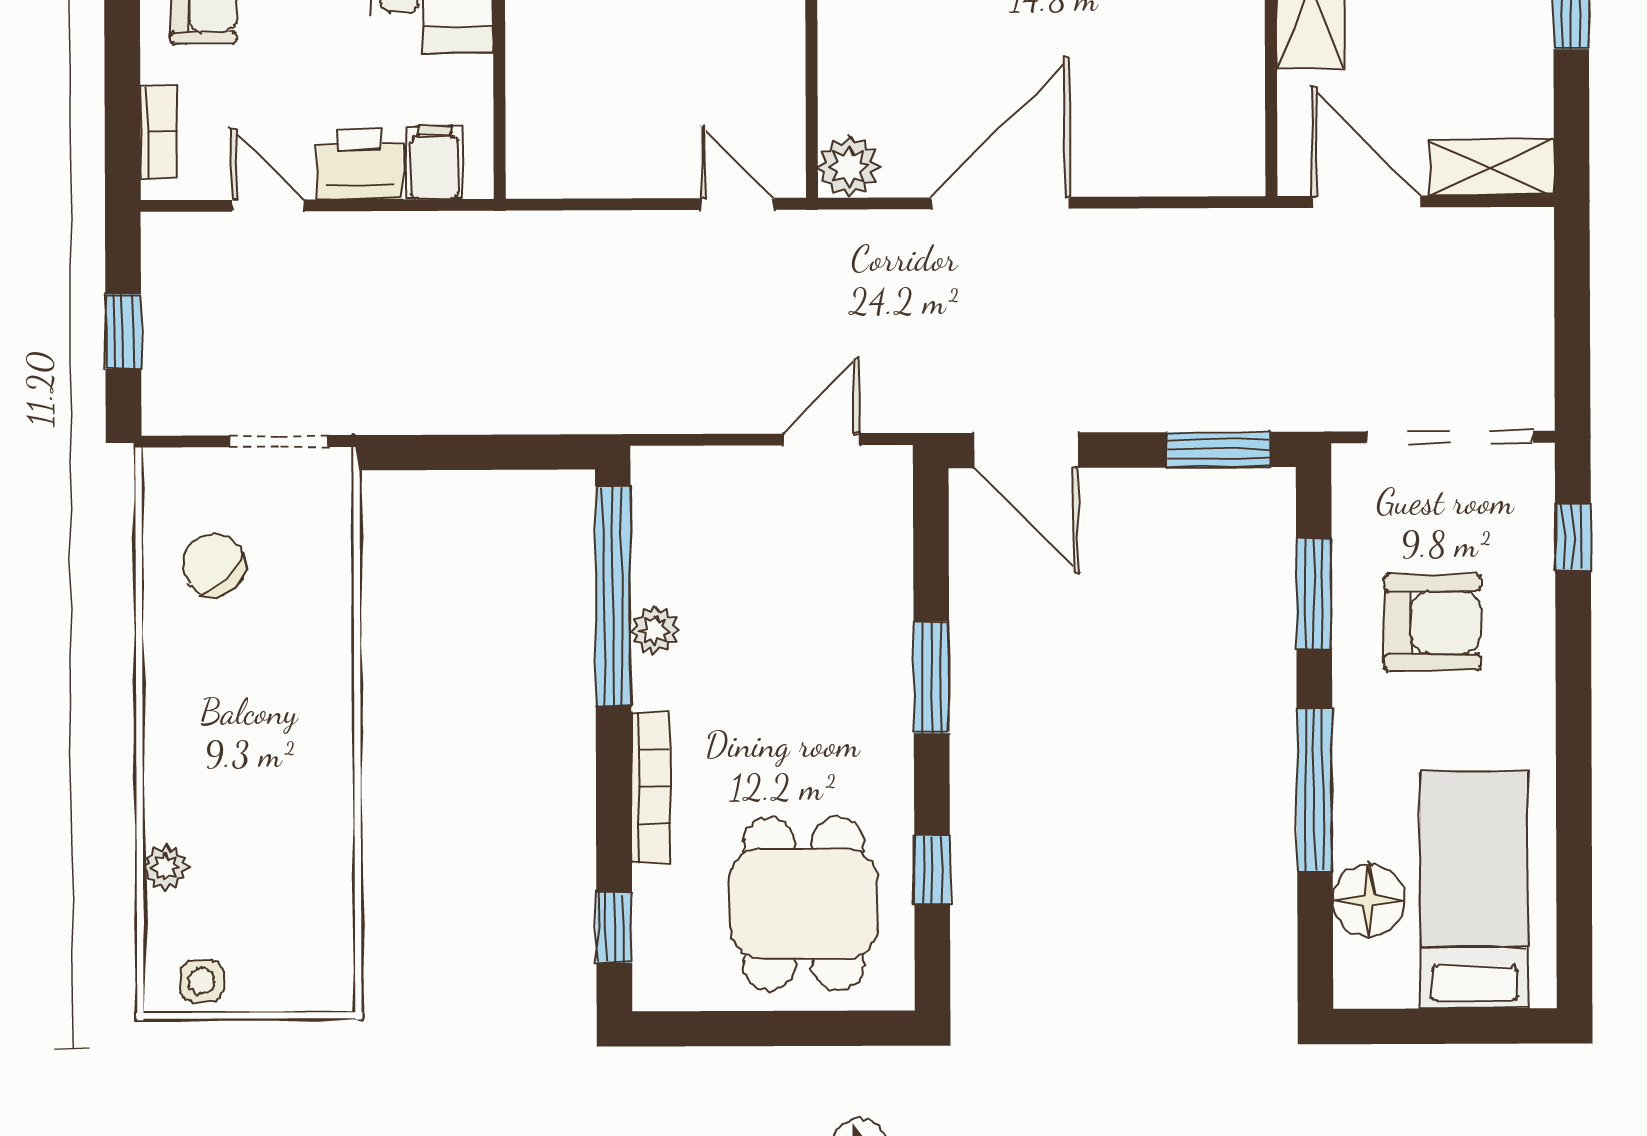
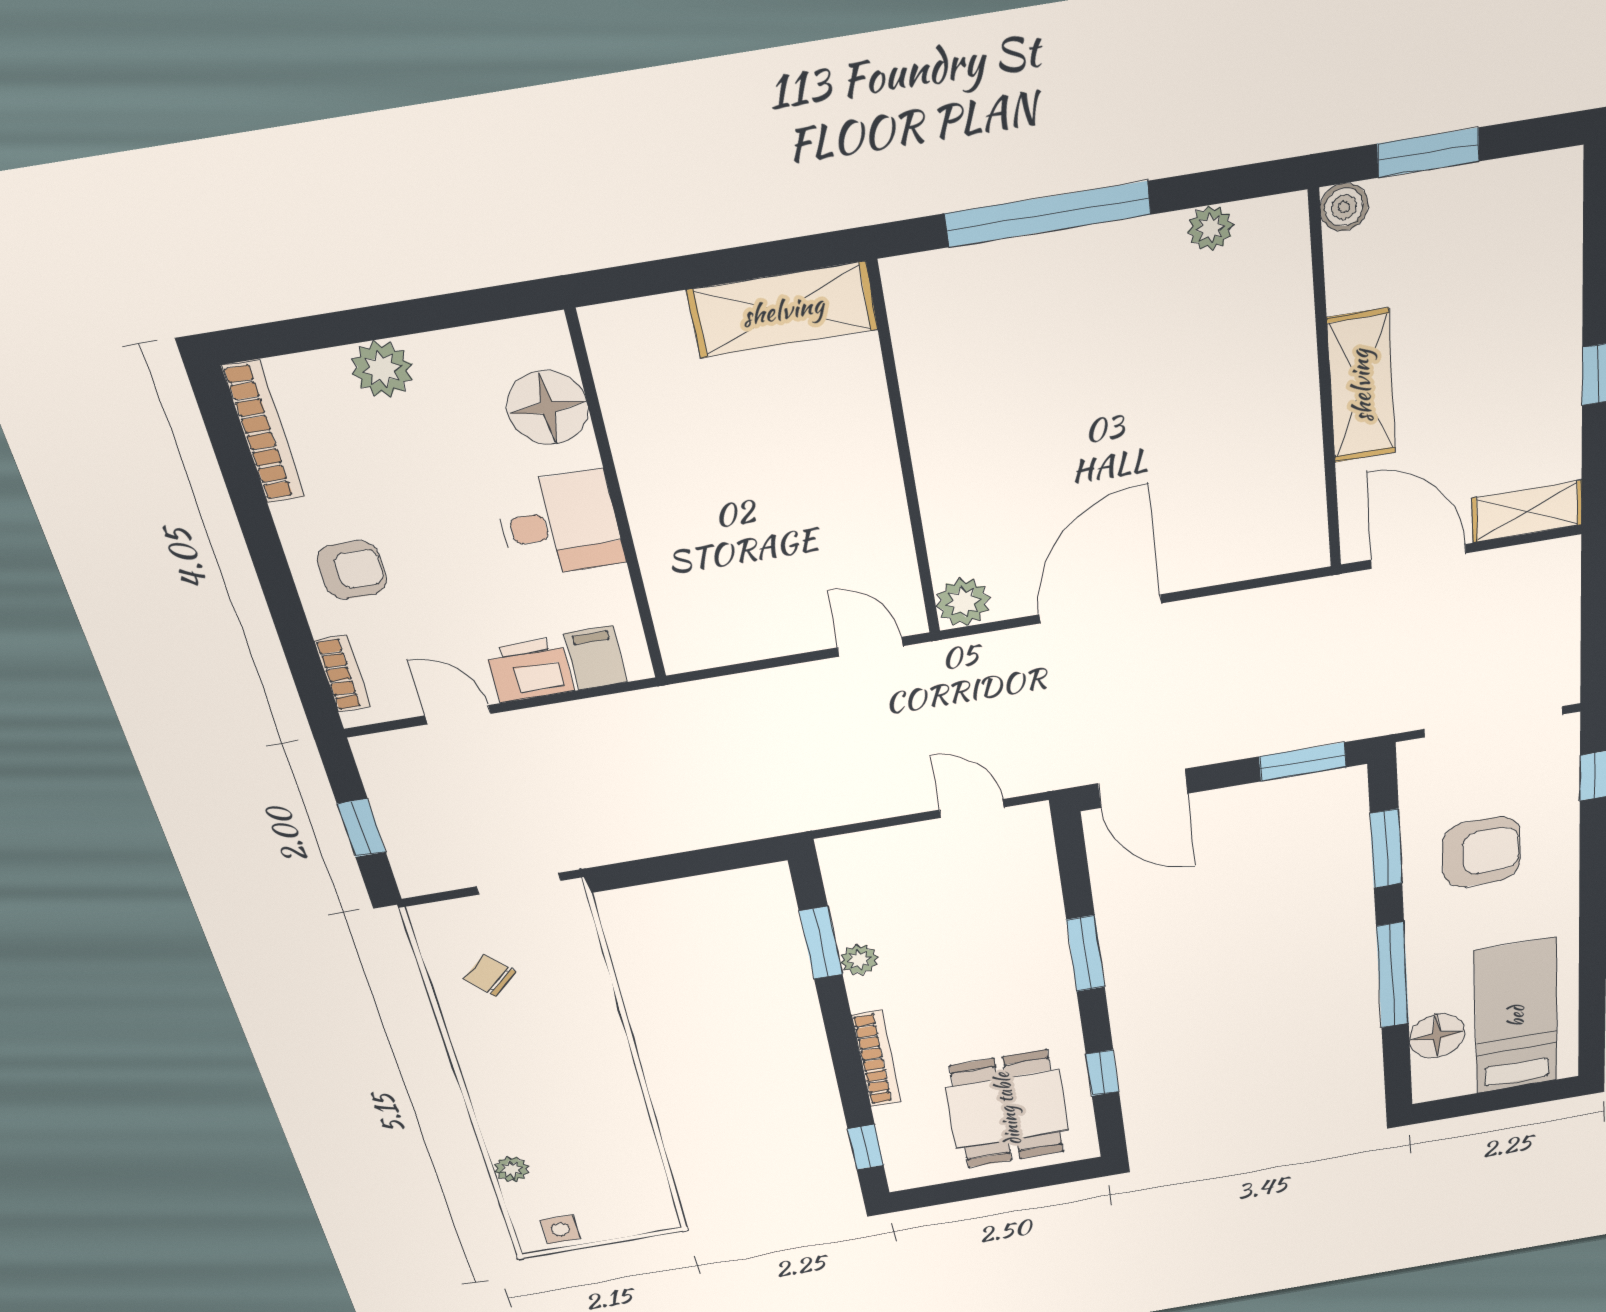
door: (821, 439) -> (972, 808), hinge flipped
chair: (214, 565) -> (490, 976), width x0.73, depth x0.73
window: (613, 596) -> (821, 943), width x0.47

